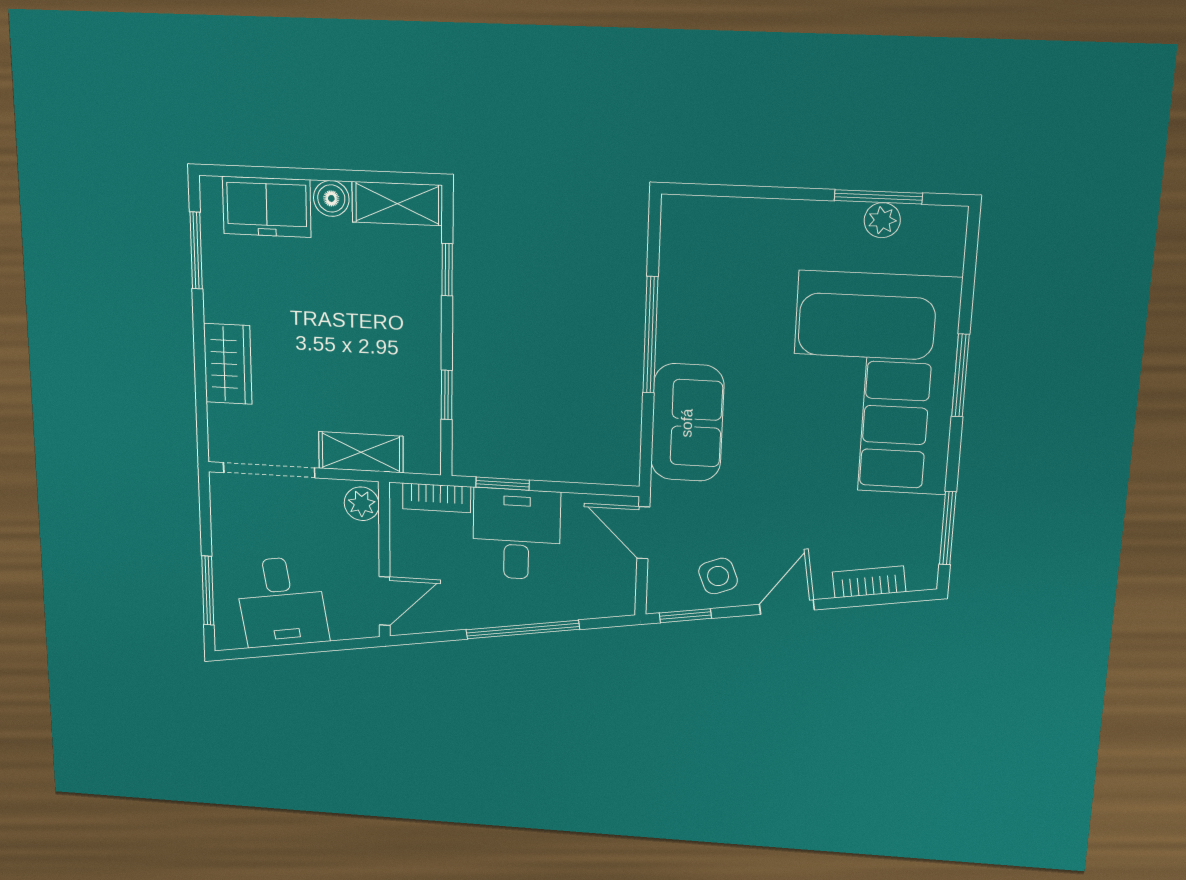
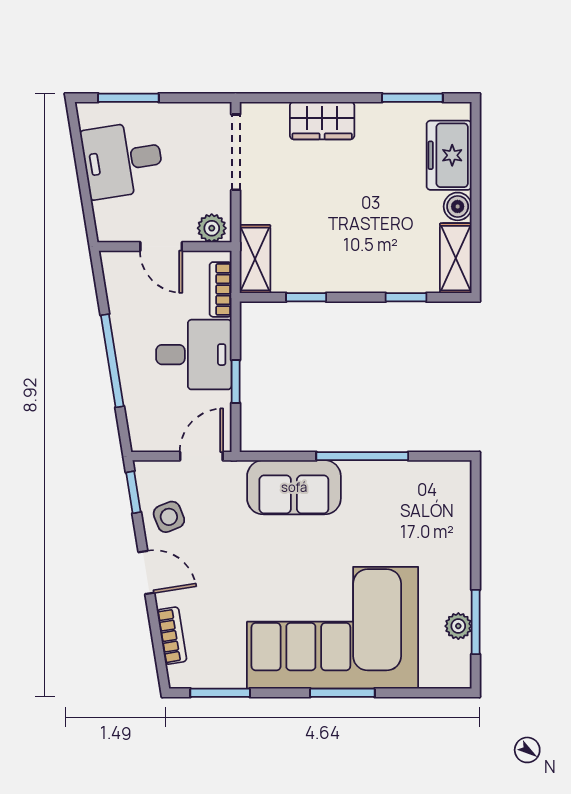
shelving: (361, 452) -> (255, 259), moved
window: (503, 484) -> (236, 382), moved
door: (385, 601) -> (161, 247), moved

